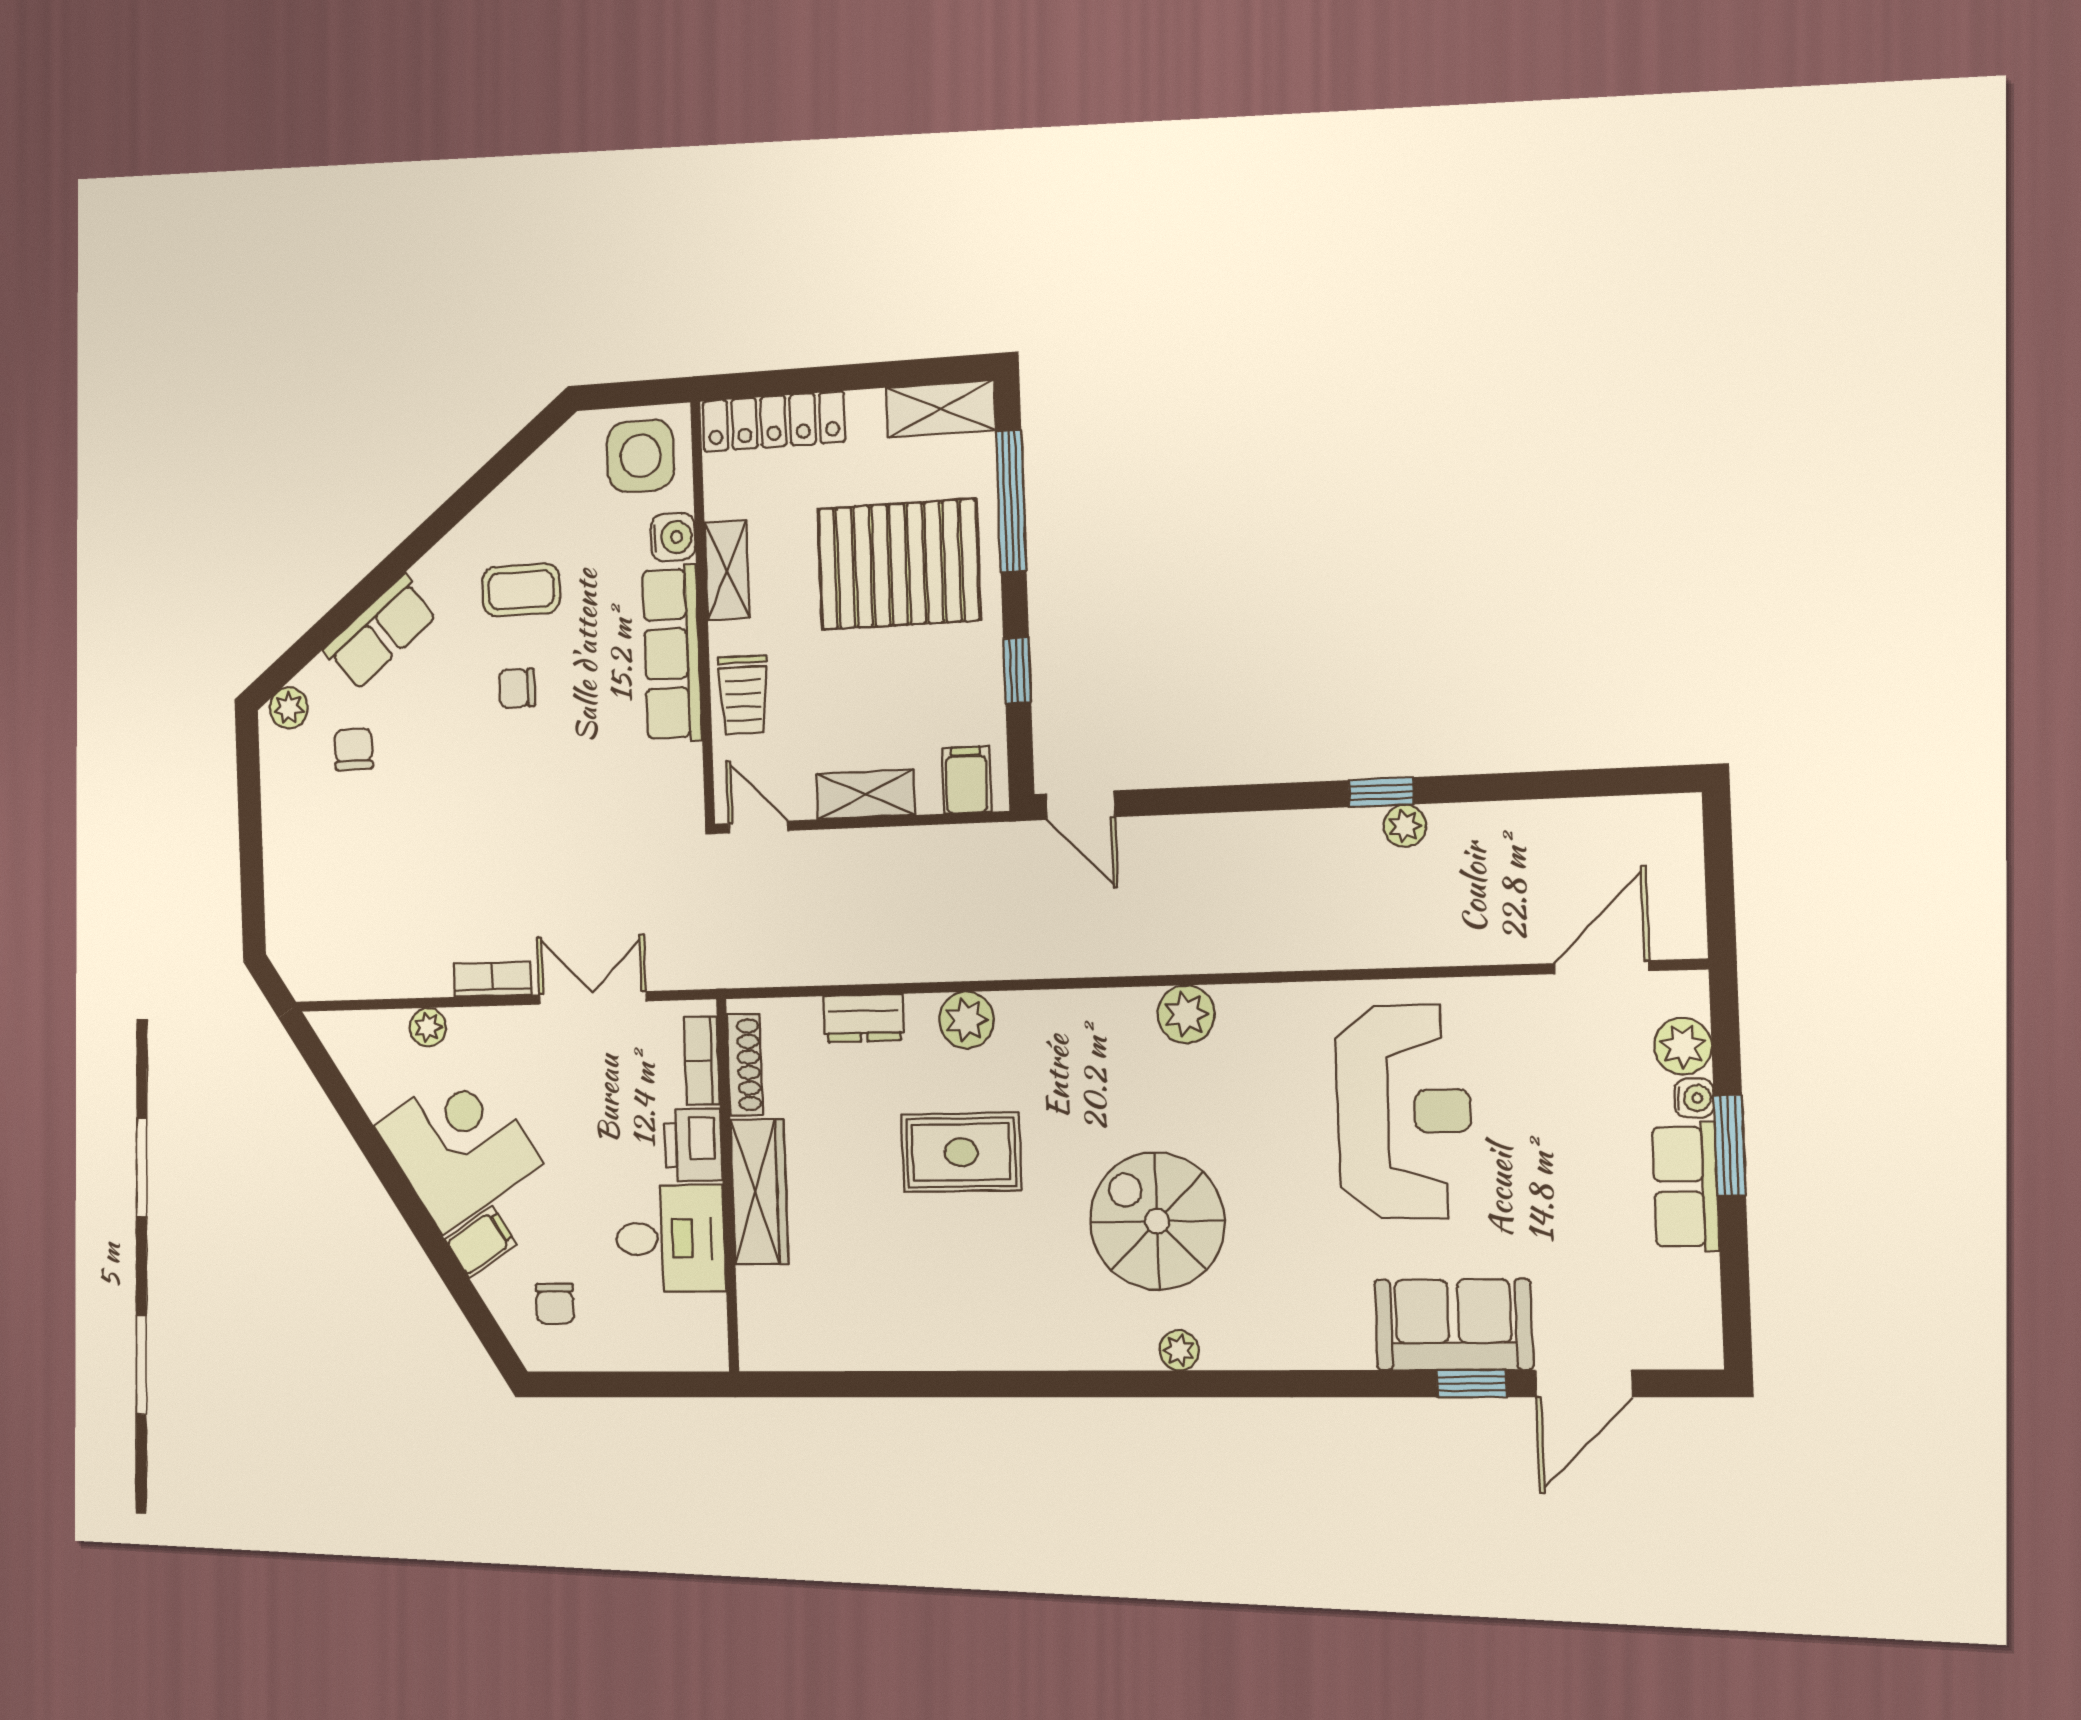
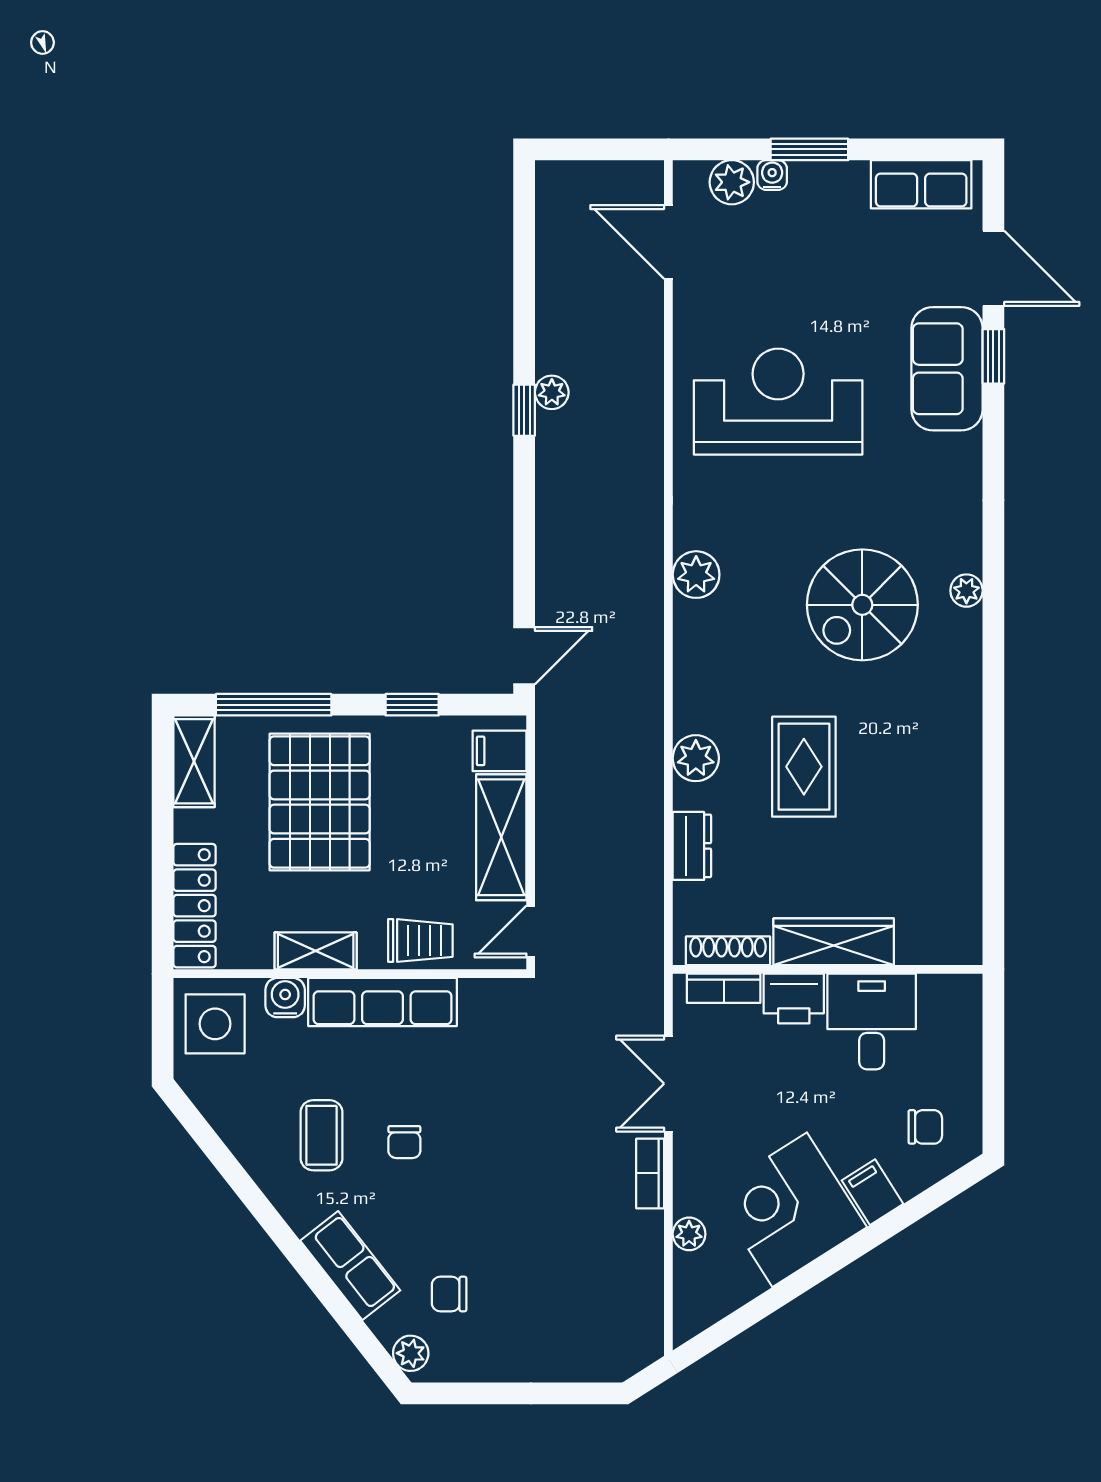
shelving: (866, 794) -> (501, 837), width x1.50, depth x1.33
row of seats: (1686, 1187) -> (921, 184), moved

